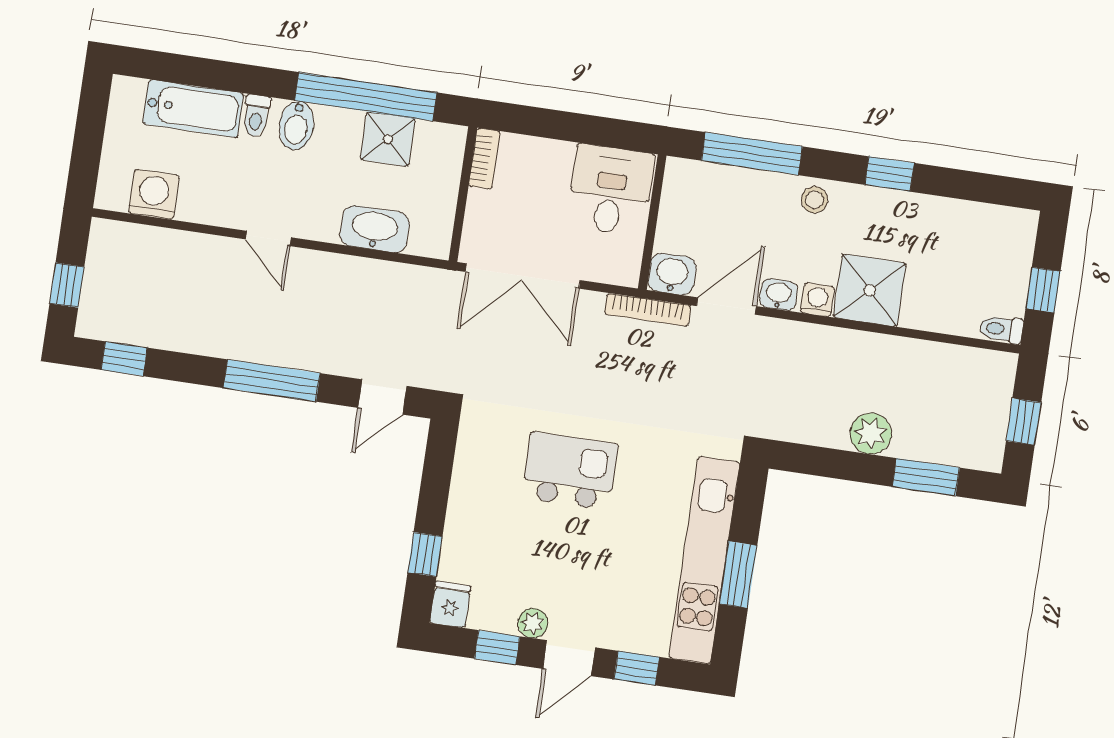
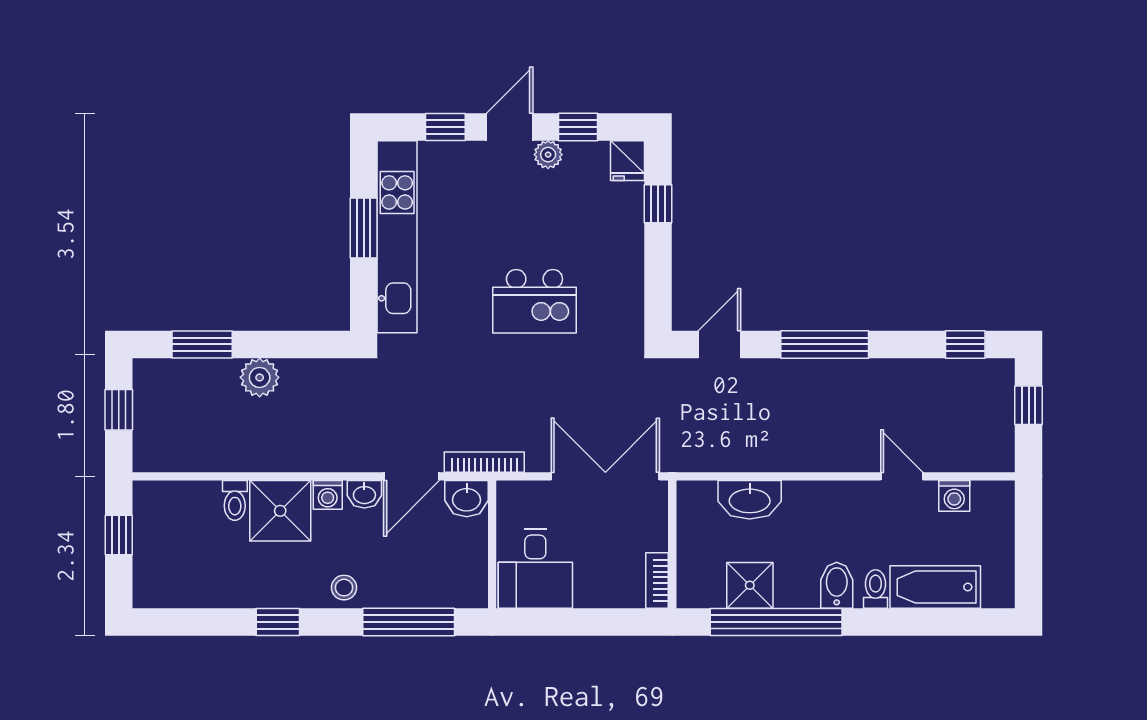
washing machine: (154, 194) -> (954, 496), width x0.73, depth x0.73
door: (269, 238) -> (902, 476), moved
toilet: (1001, 329) -> (235, 500), moved, turned 90

